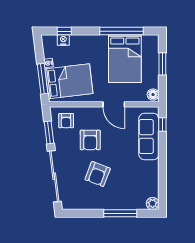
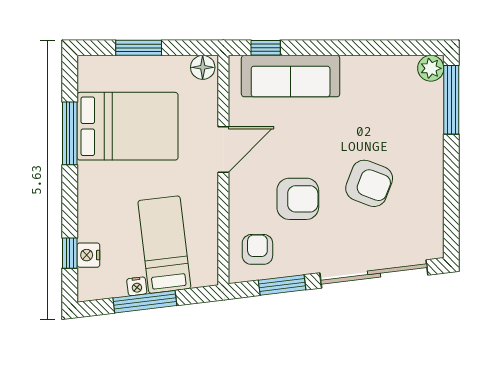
window: (121, 31) -> (70, 133), width x0.68
window: (43, 79) -> (145, 302), moved
bed: (69, 81) -> (164, 245), width x0.67
armchair: (66, 121) -> (257, 249), turned -90
window: (120, 213) -> (451, 100), moved

